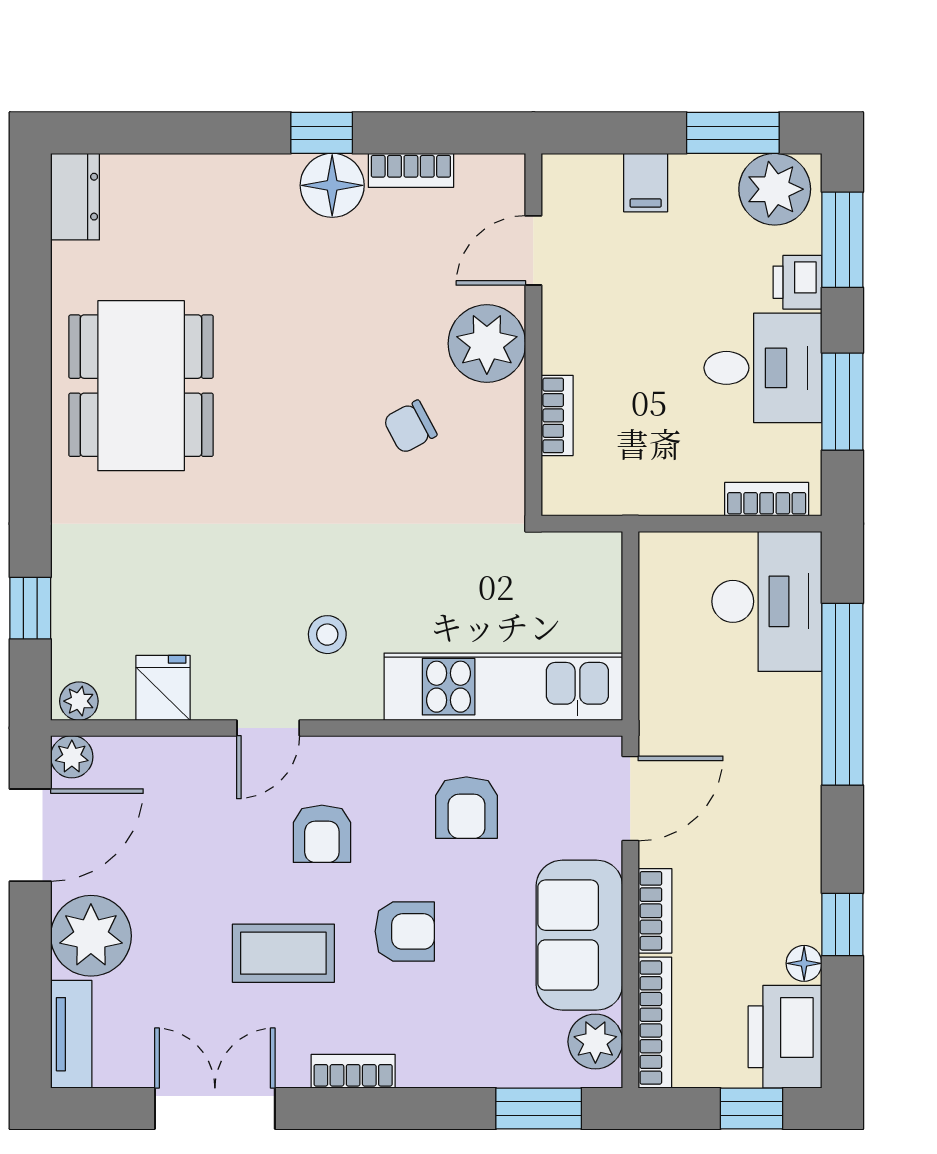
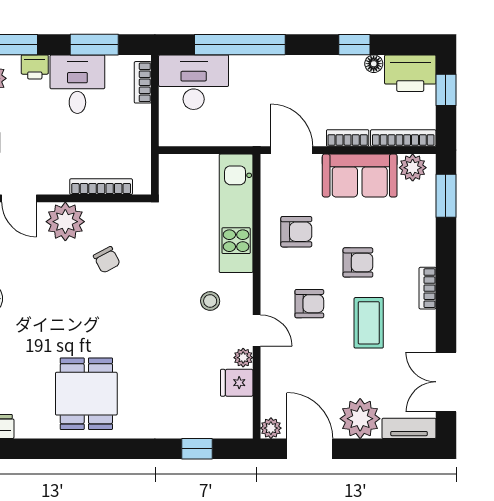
dining table: (141, 386) -> (86, 394), width x0.73
bookcase: (557, 415) -> (101, 187), width x1.56
plant: (79, 701) -> (243, 358), moved
armchair: (405, 931) -> (358, 262), turned 90
double door: (215, 1109) -> (446, 382), moved

